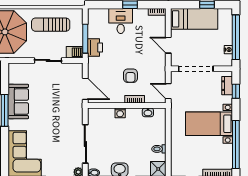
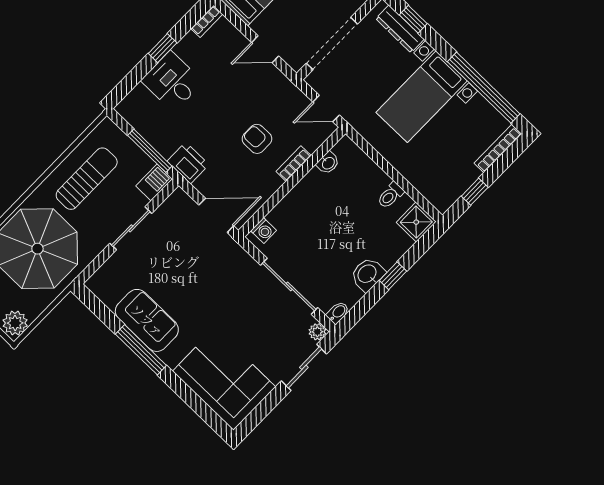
sun lounger: (51, 25) -> (87, 179), turned 180
printer: (95, 47) -> (188, 163), moved
armchair: (130, 76) -> (257, 139), turned 180
dresser: (227, 86) -> (400, 29), width x1.44
washing machine: (120, 113) -> (264, 231), moved

